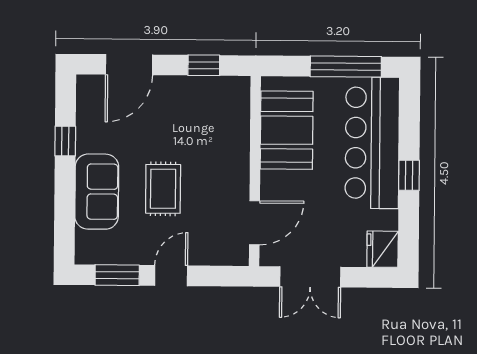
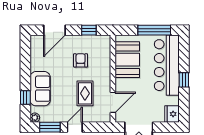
armchair: (185, 131) -> (81, 60), added
window: (65, 141) -> (25, 97), moved
rug: (163, 189) -> (85, 93), moved
plant: (85, 254) -> (35, 118), added

